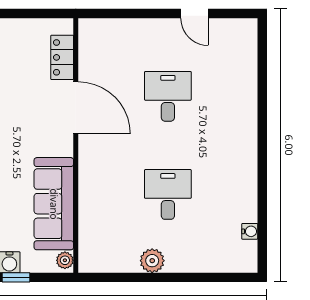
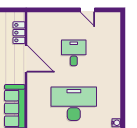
desk: (168, 194) -> (74, 104), width x1.87, depth x1.30

